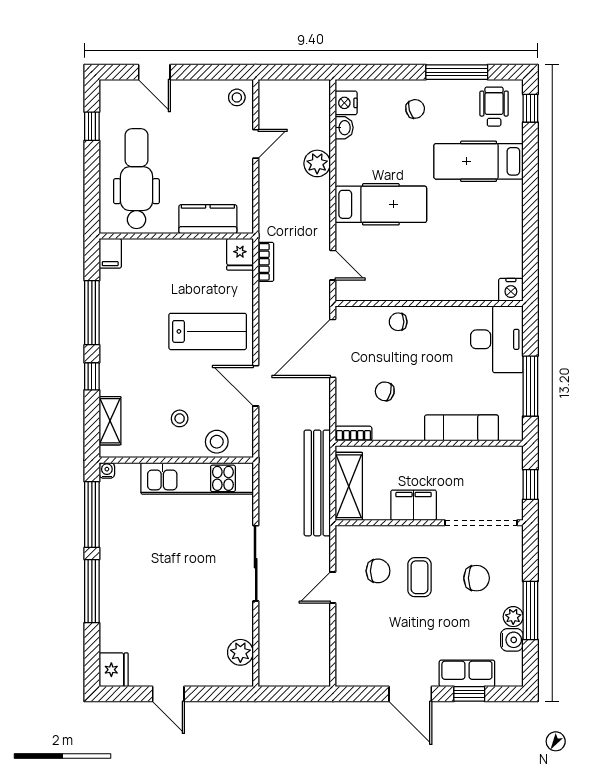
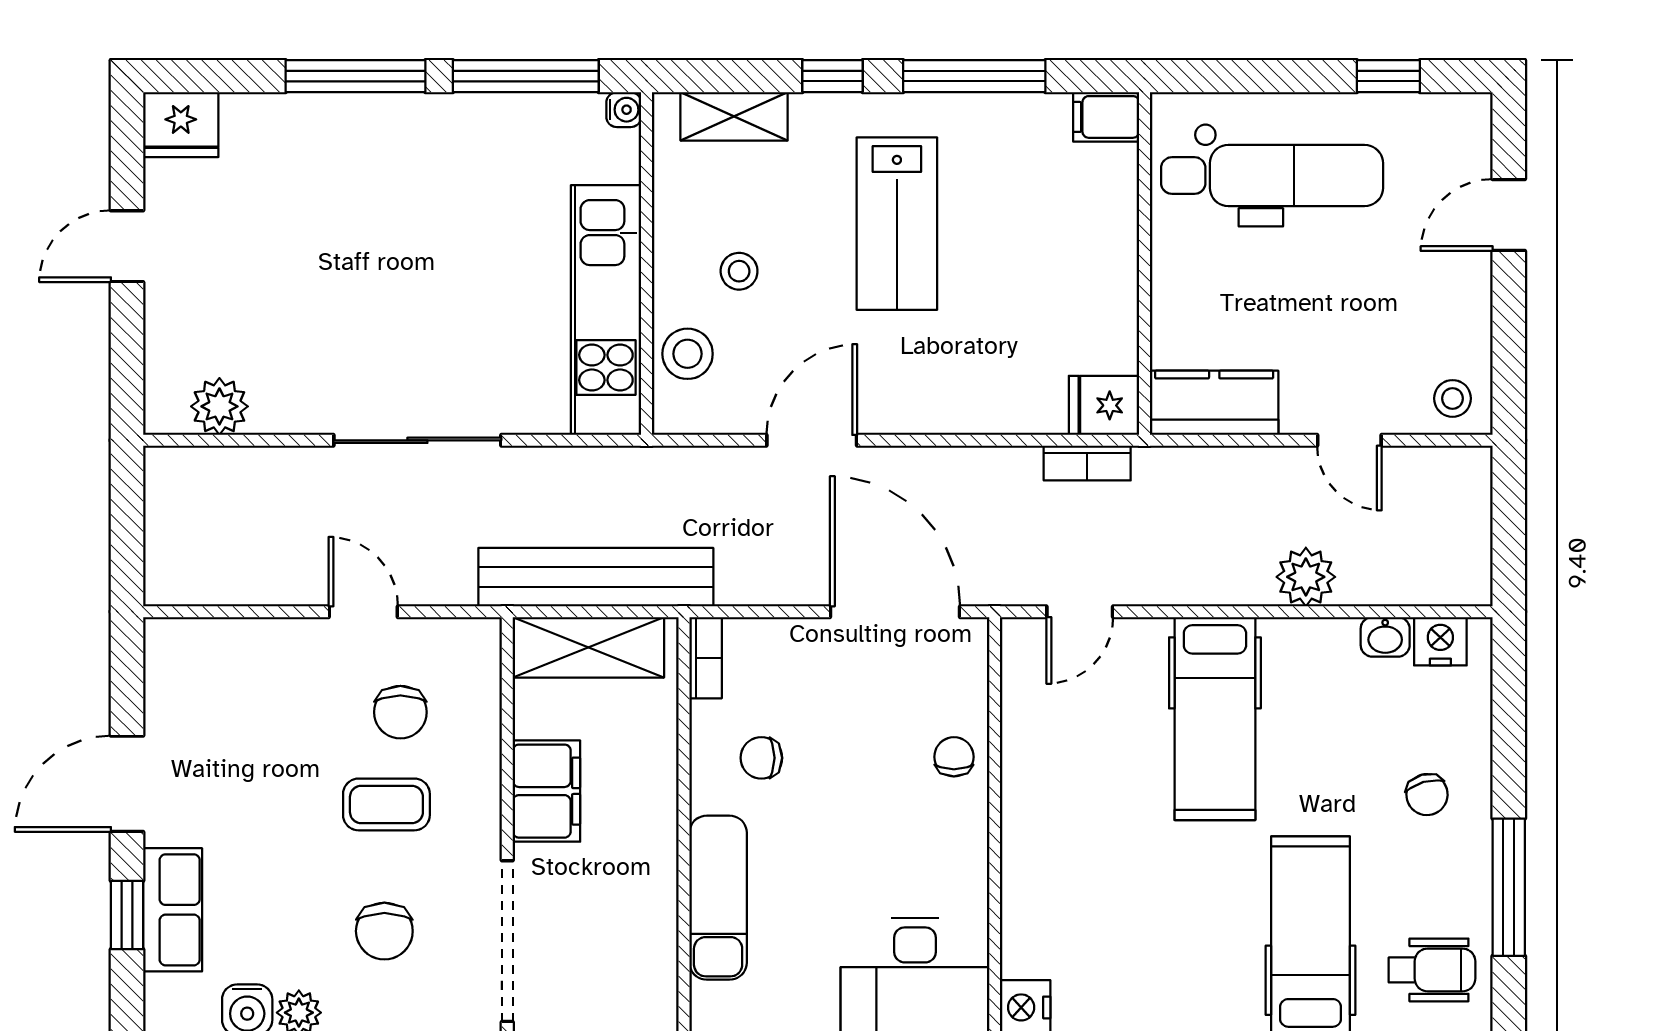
kitchen counter: (208, 219) -> (1214, 403), moved, turned -90
lab bench: (208, 331) -> (897, 224), moved
chair: (385, 391) -> (761, 758), moved, turned -104

